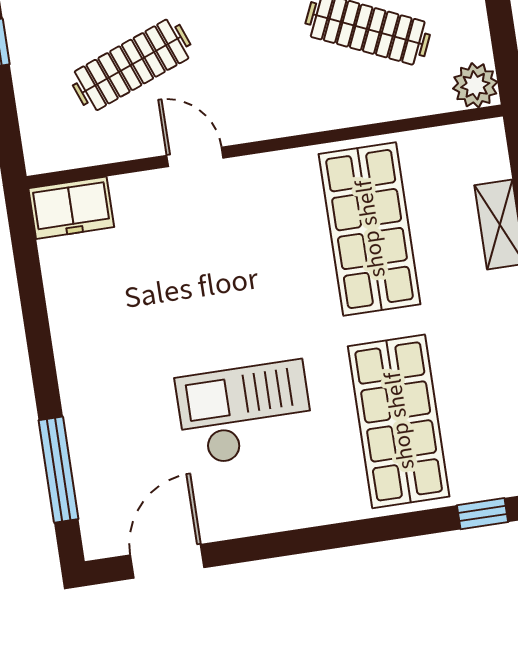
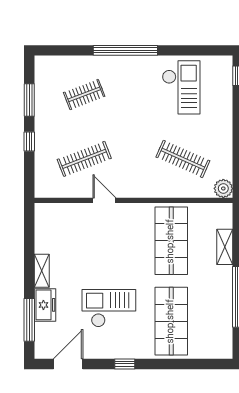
freezer: (71, 208) -> (45, 305), moved, turned -90
shelving: (71, 348) -> (42, 271), added
window: (482, 514) -> (125, 364), moved

